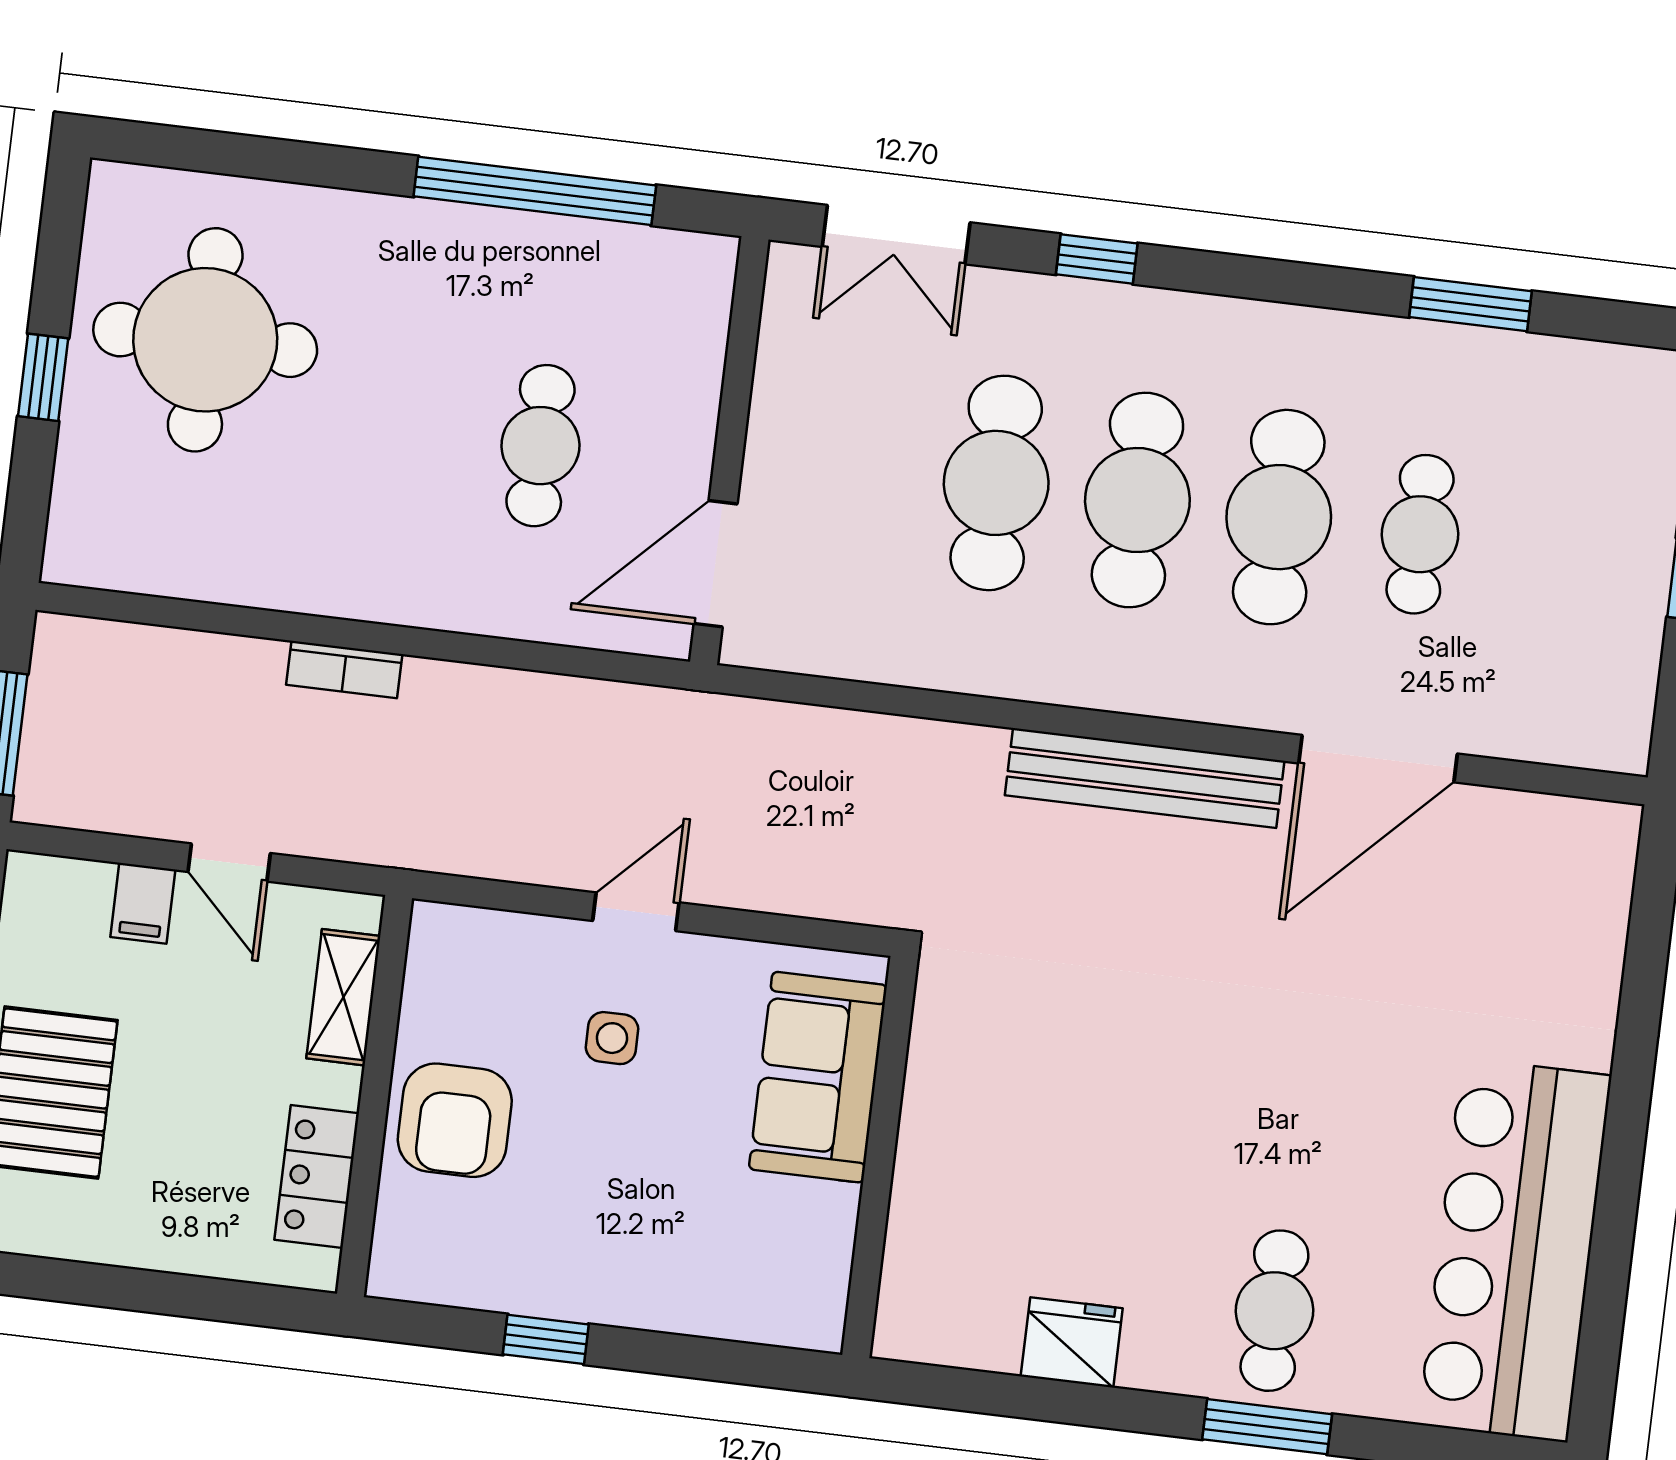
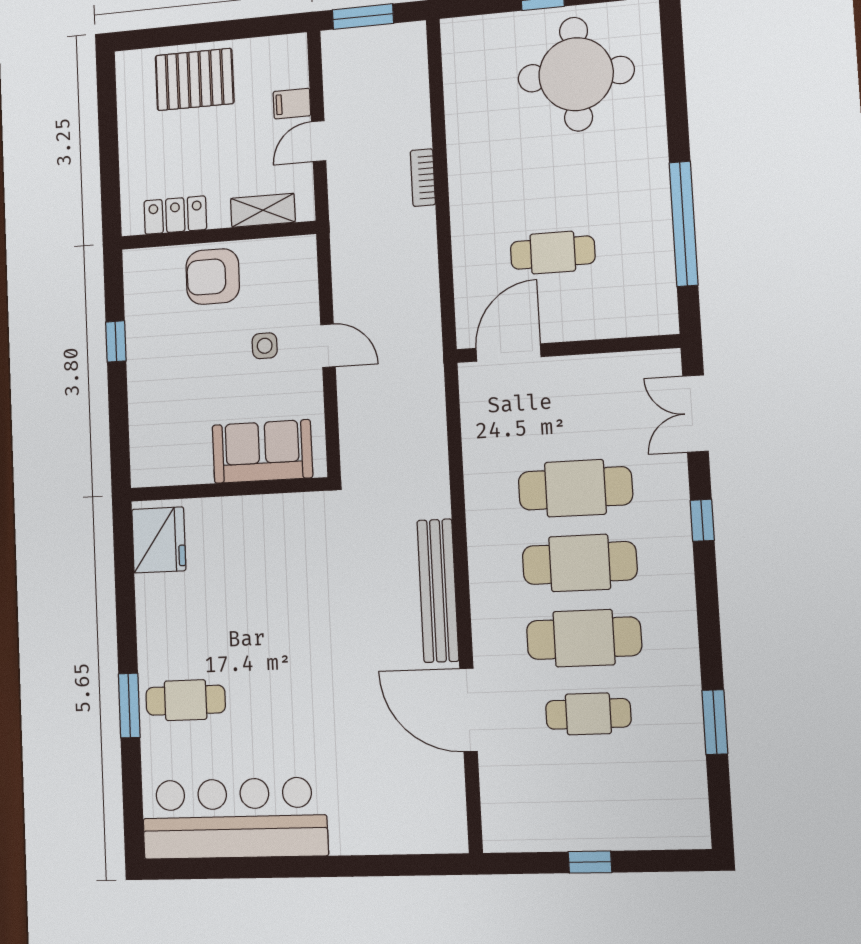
door: (716, 564) -> (508, 352), hinge flipped
fridge: (1072, 1342) -> (159, 540), moved, width x1.36, depth x1.34

